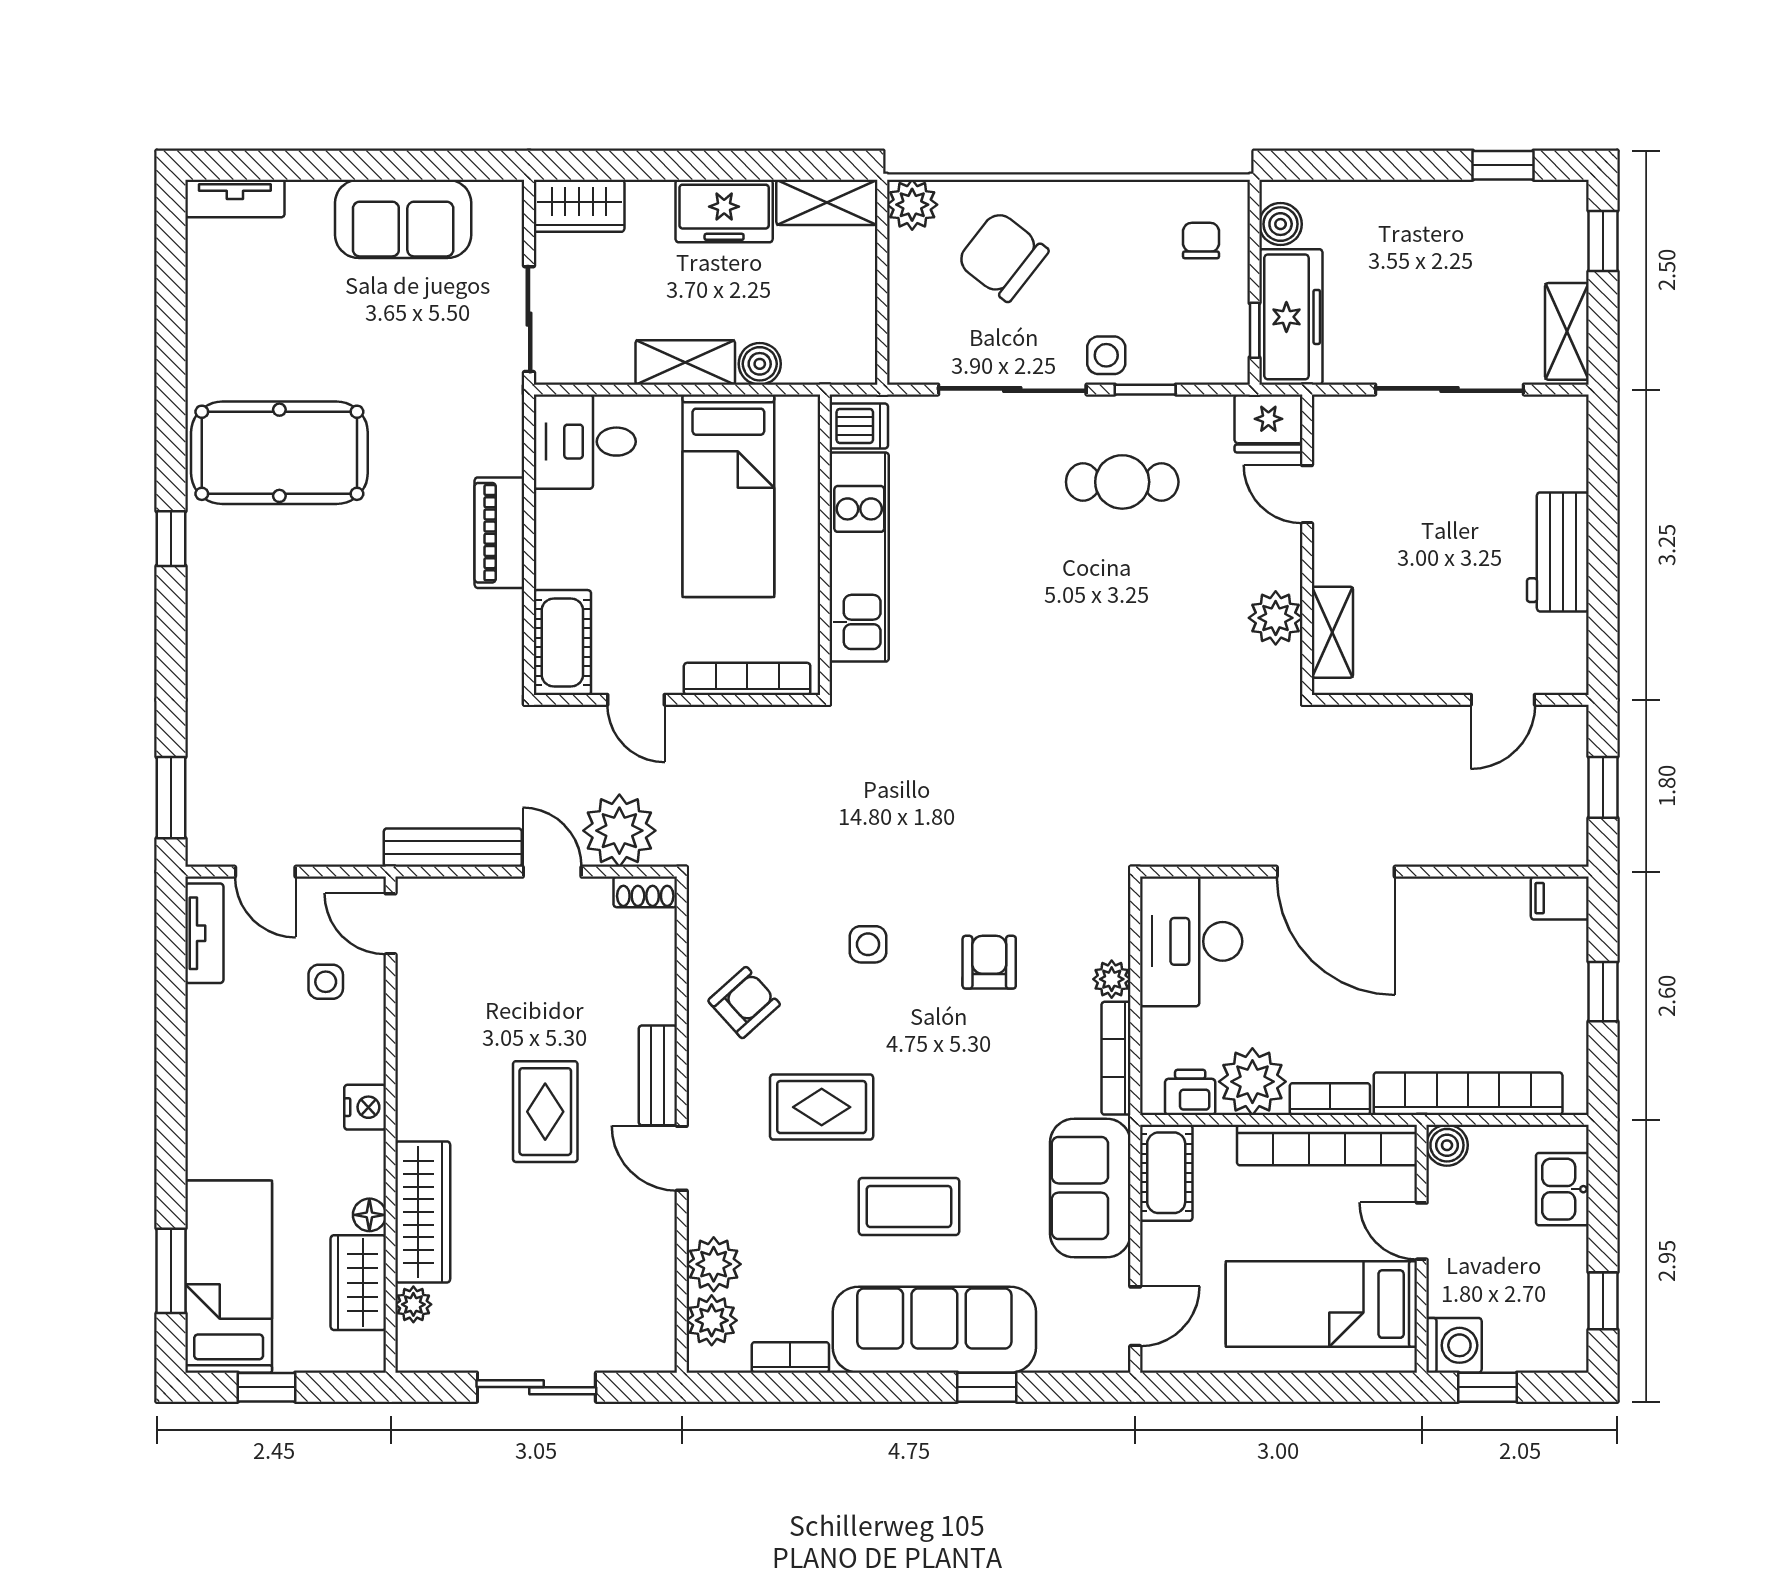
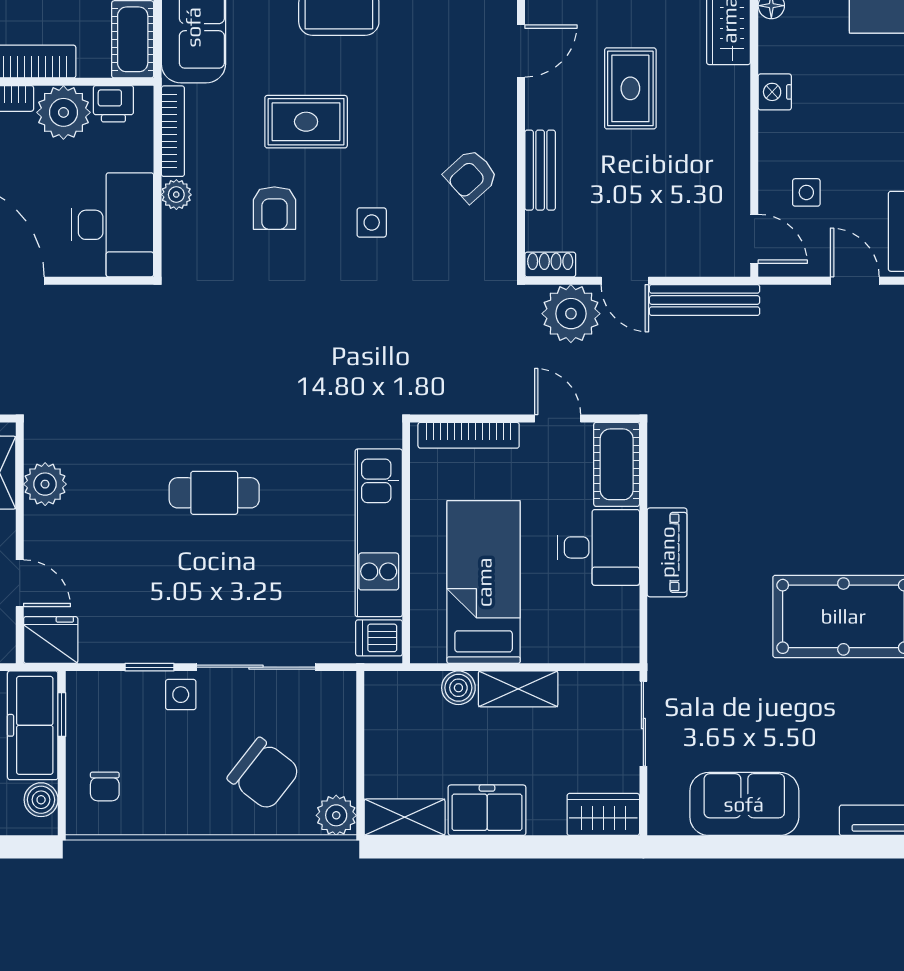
desk: (585, 442) -> (599, 547), moved
cafe table: (1122, 482) -> (214, 493), moved
bench: (658, 1075) -> (540, 170), moved
rug: (822, 1107) -> (306, 122), moved
door: (682, 1158) -> (521, 51), hinge flipped

